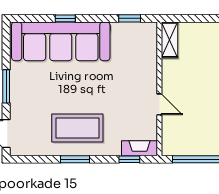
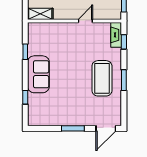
window: (65, 18) -> (25, 97), moved
window: (130, 18) -> (25, 52), moved
sofa: (61, 41) -> (38, 74), width x0.54, depth x0.79

